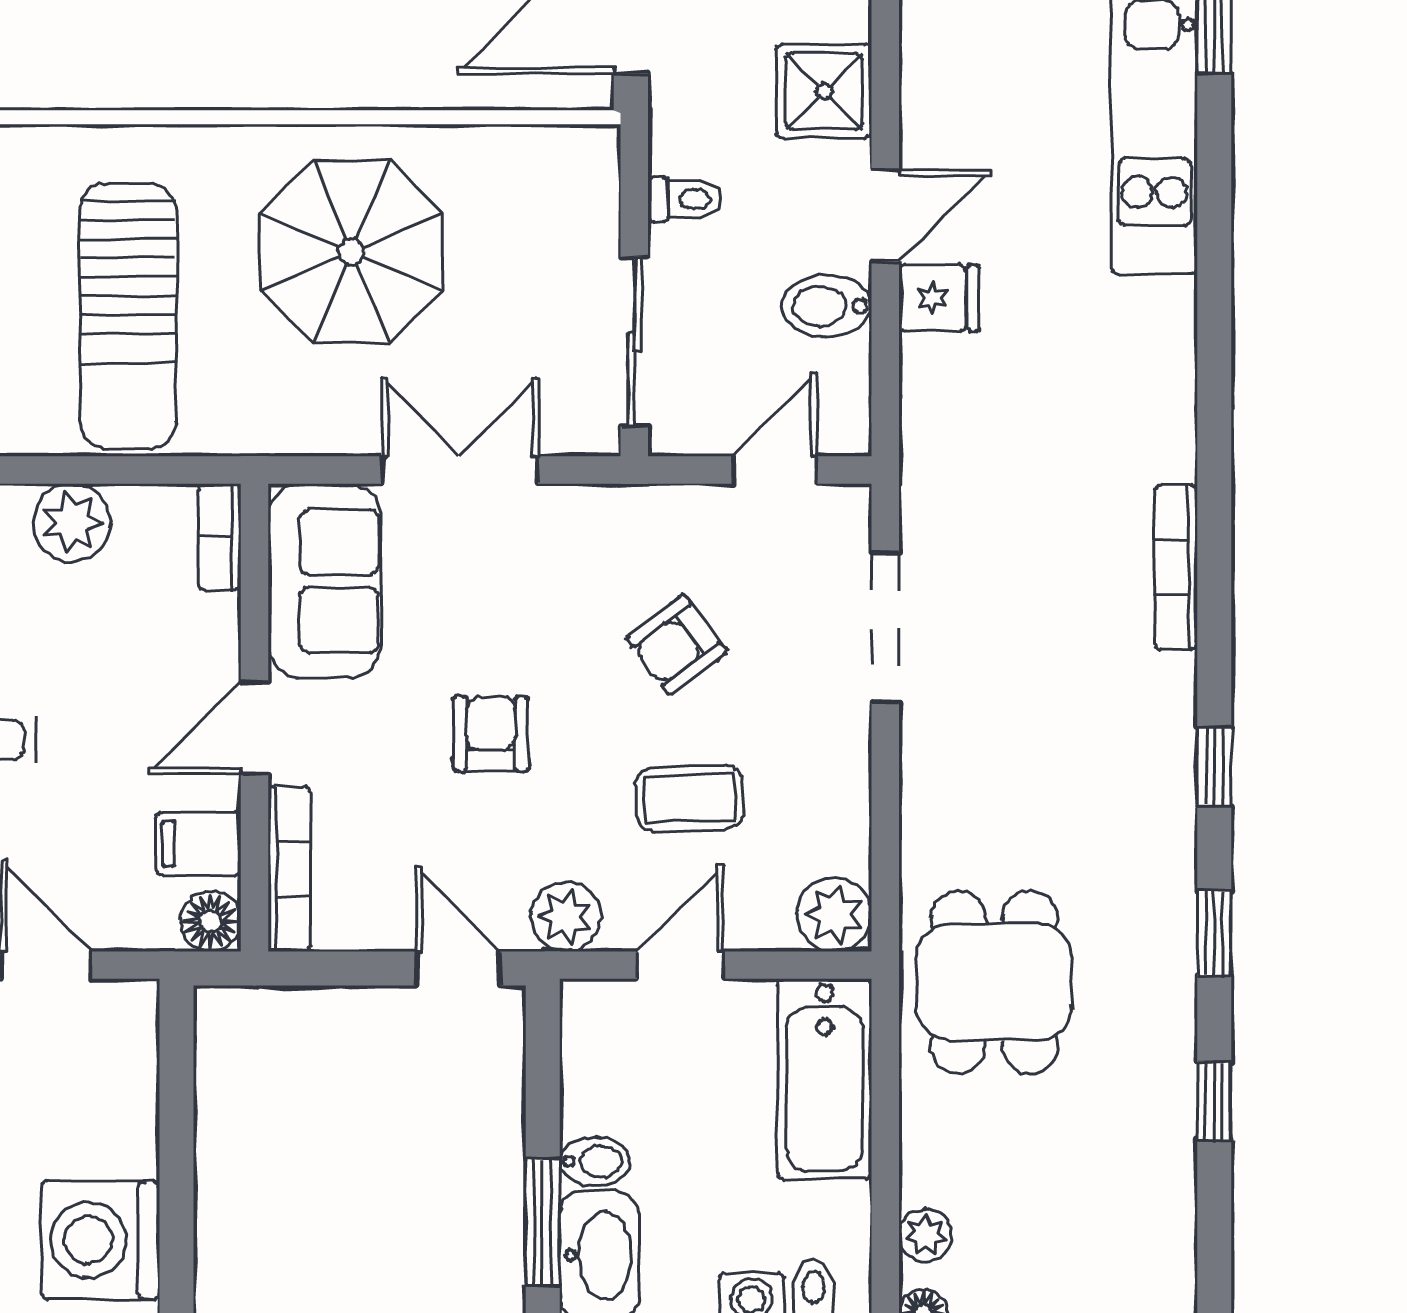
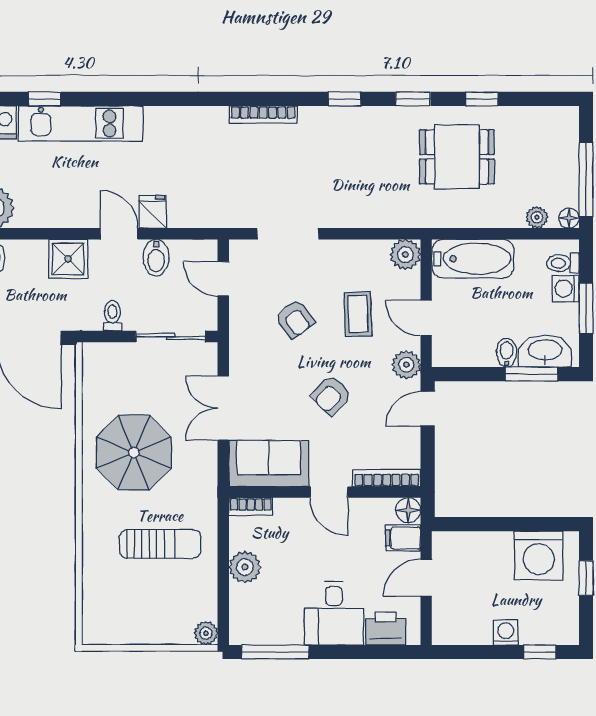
sun lounger: (128, 316) -> (160, 544), width x0.73, depth x0.75
armchair: (491, 734) -> (331, 395), turned -46
filing cabinet: (198, 844) -> (403, 538), moved, turned 90
dining table: (994, 982) -> (457, 157), moved

